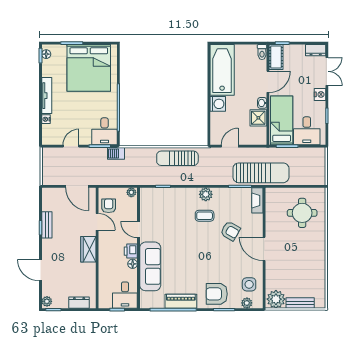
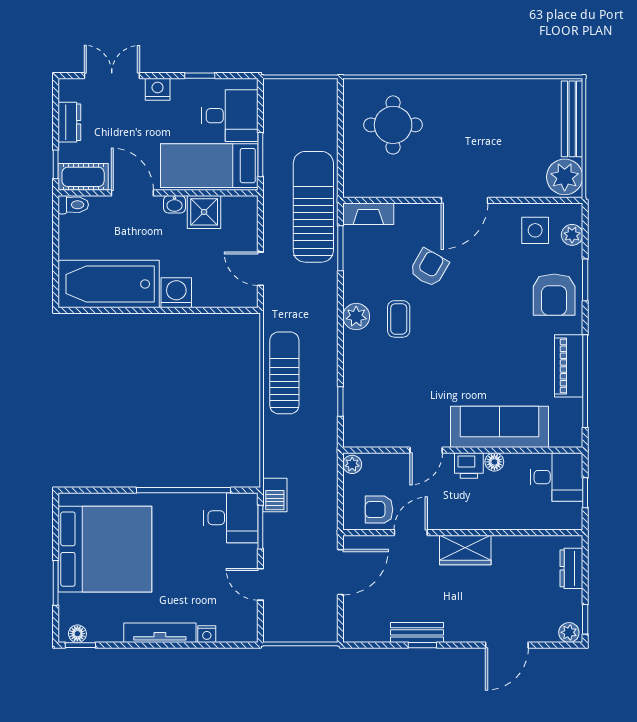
dresser: (316, 50) -> (69, 122), moved
sun lounger: (177, 158) -> (284, 373), turned 180
bench: (300, 303) -> (572, 119), width x1.36

